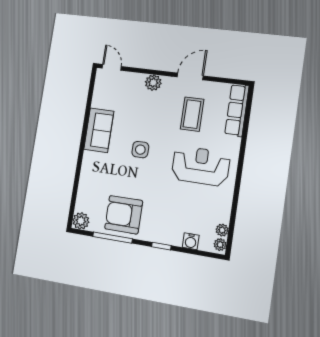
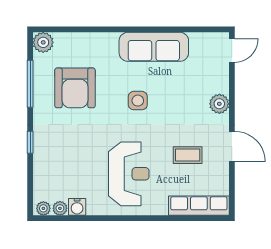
coffee table: (192, 114) -> (188, 155), width x0.73, depth x0.77
sofa: (99, 130) -> (154, 47), width x1.36
armchair: (124, 215) -> (75, 88), moved, turned 180
water cooler: (191, 241) -> (77, 207), moved, turned -90

